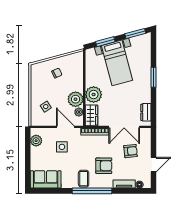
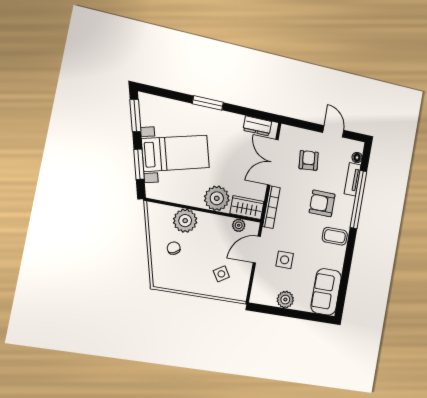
plant: (76, 99) -> (185, 221), moved
double door: (124, 127) -> (273, 162), swing flipped
plant: (36, 141) -> (285, 300), moved
armchair: (104, 166) -> (322, 203), turned -90
window: (92, 191) -> (359, 199), moved

